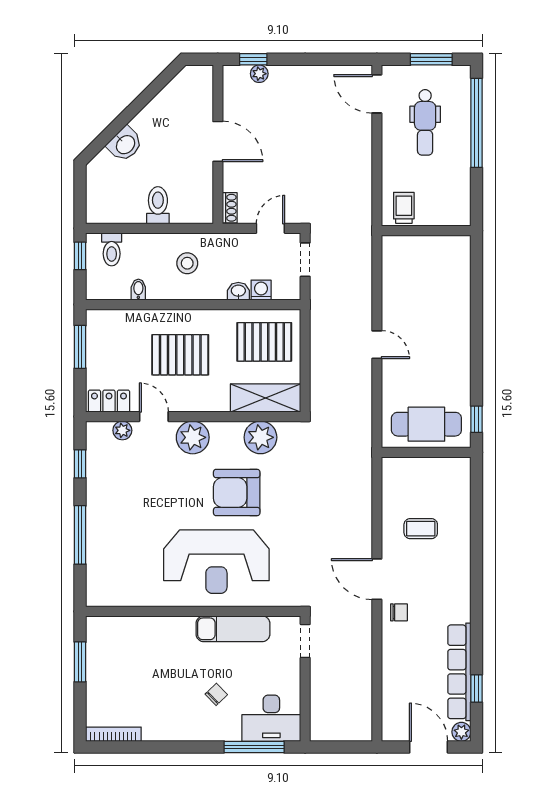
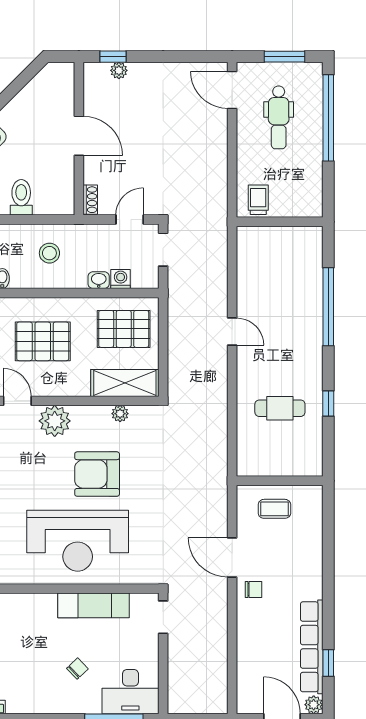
window: (476, 319) -> (328, 307), added
cafe table: (426, 424) -> (280, 408), width x0.73, depth x0.74
plant: (260, 437) -> (120, 414), width x0.53, depth x0.53
wall: (426, 452) -> (280, 481), moved

